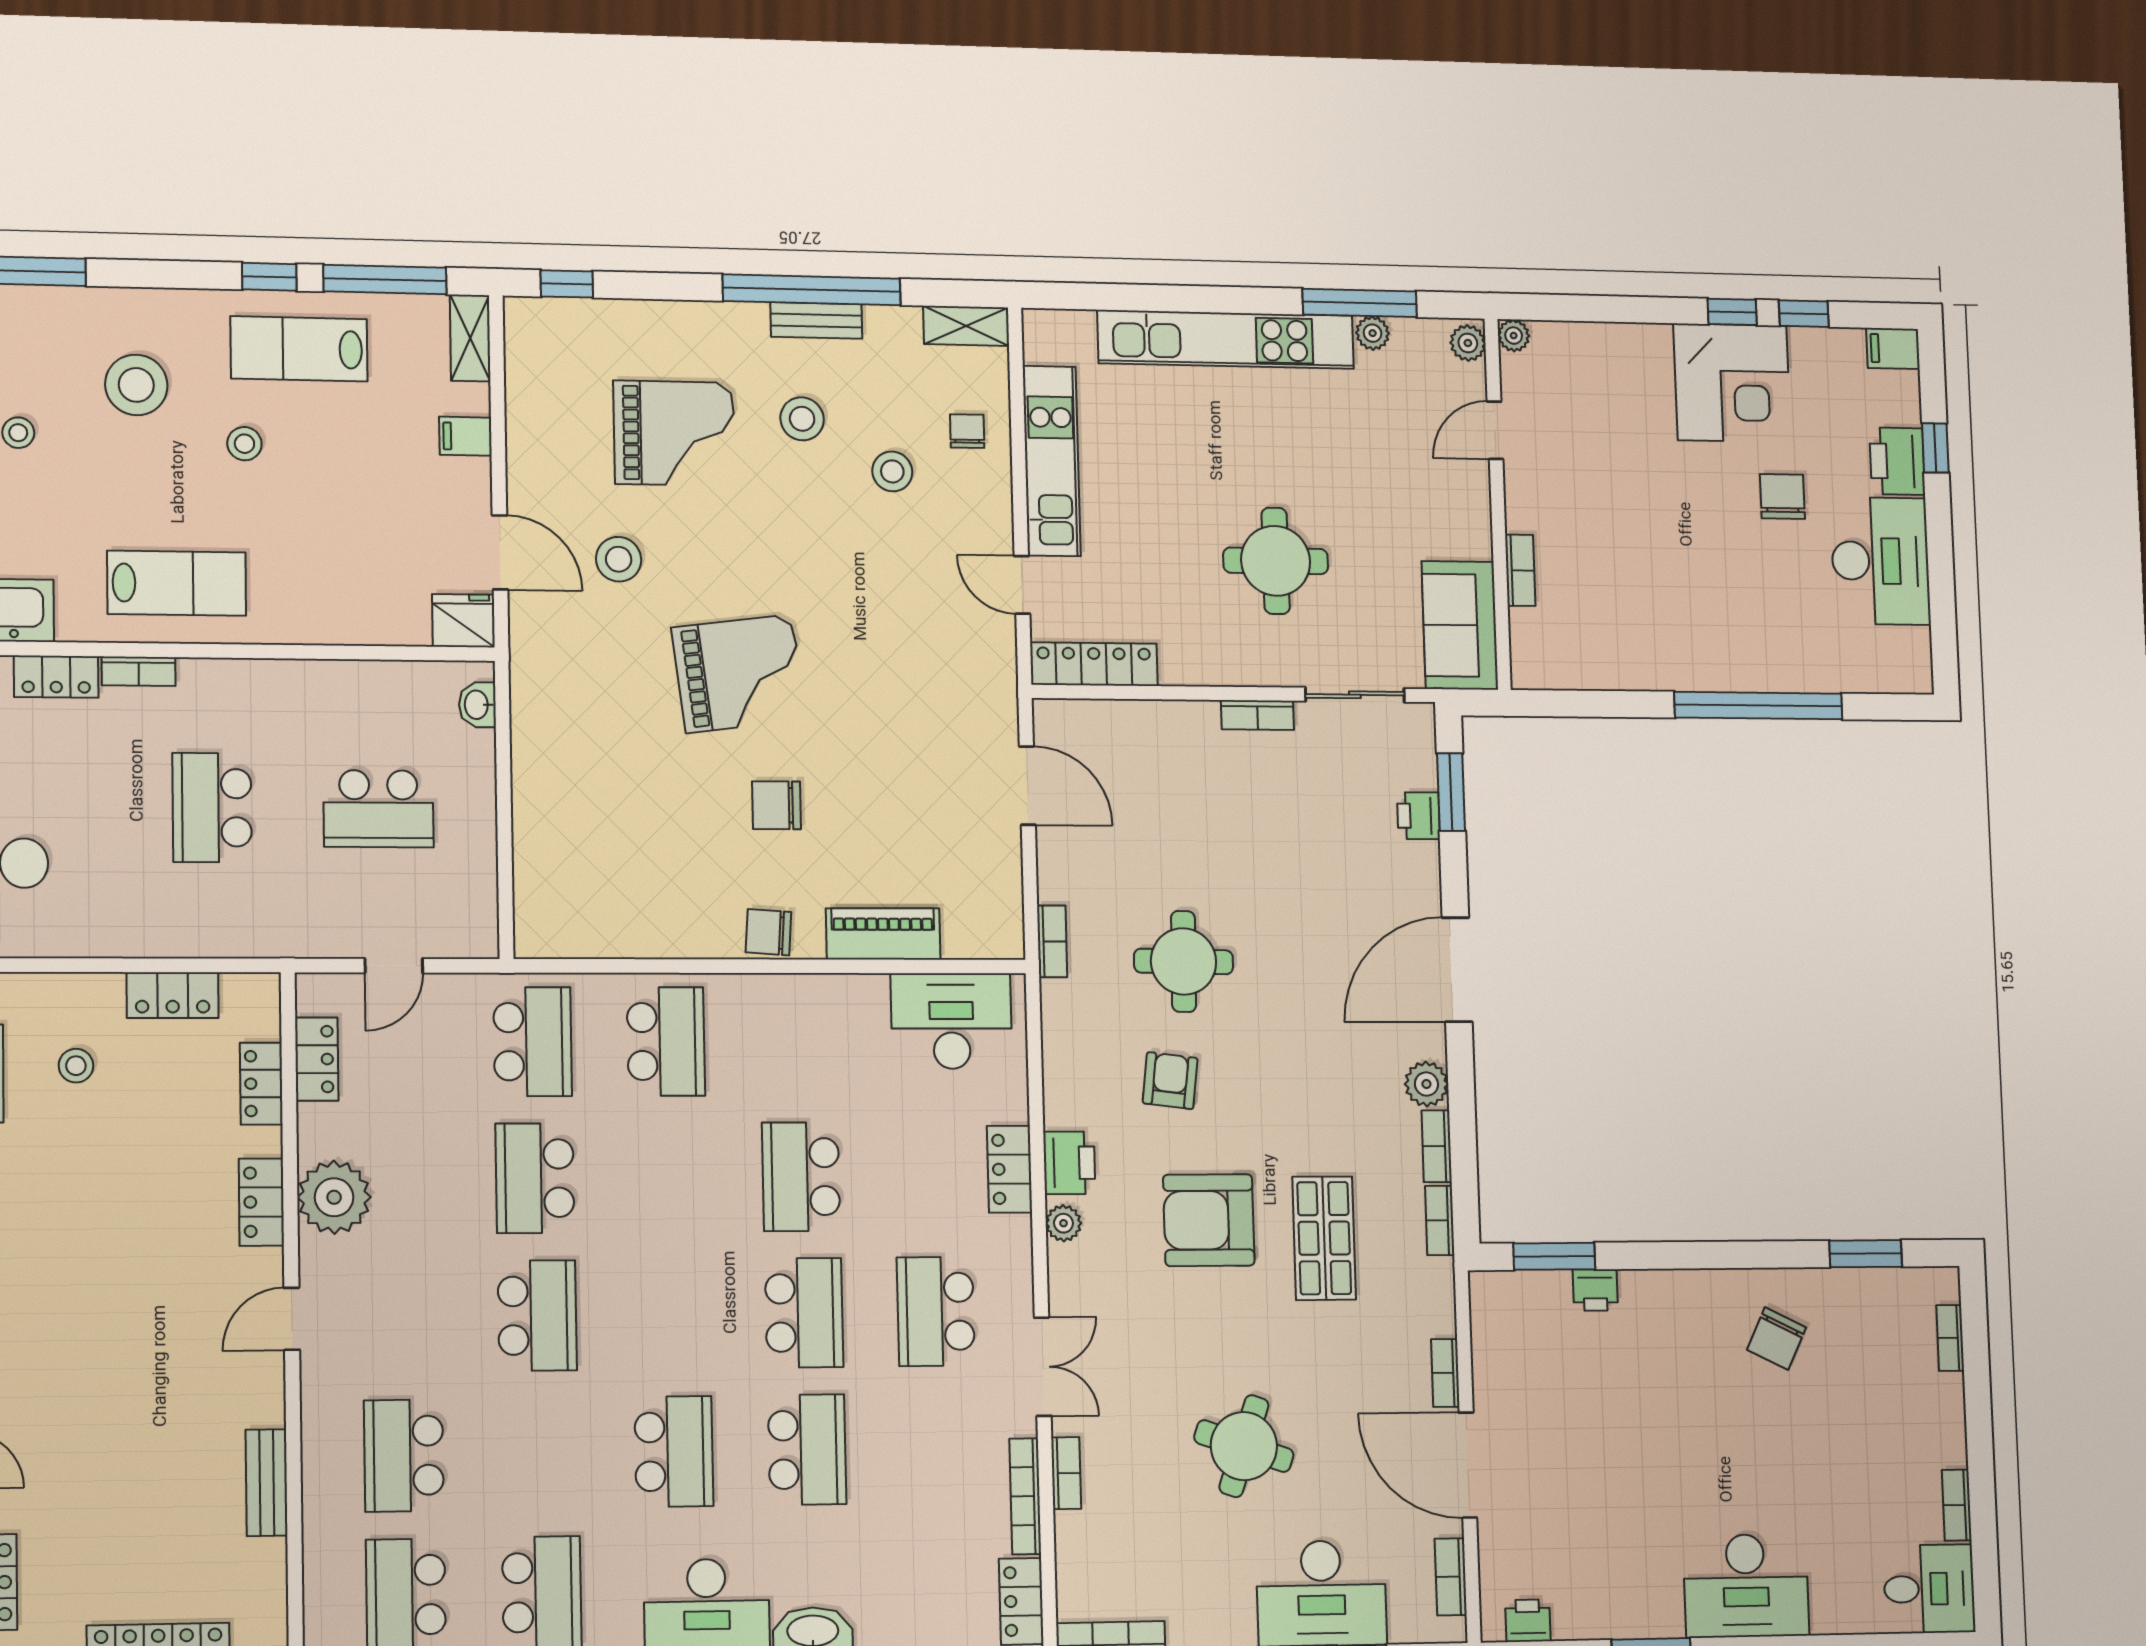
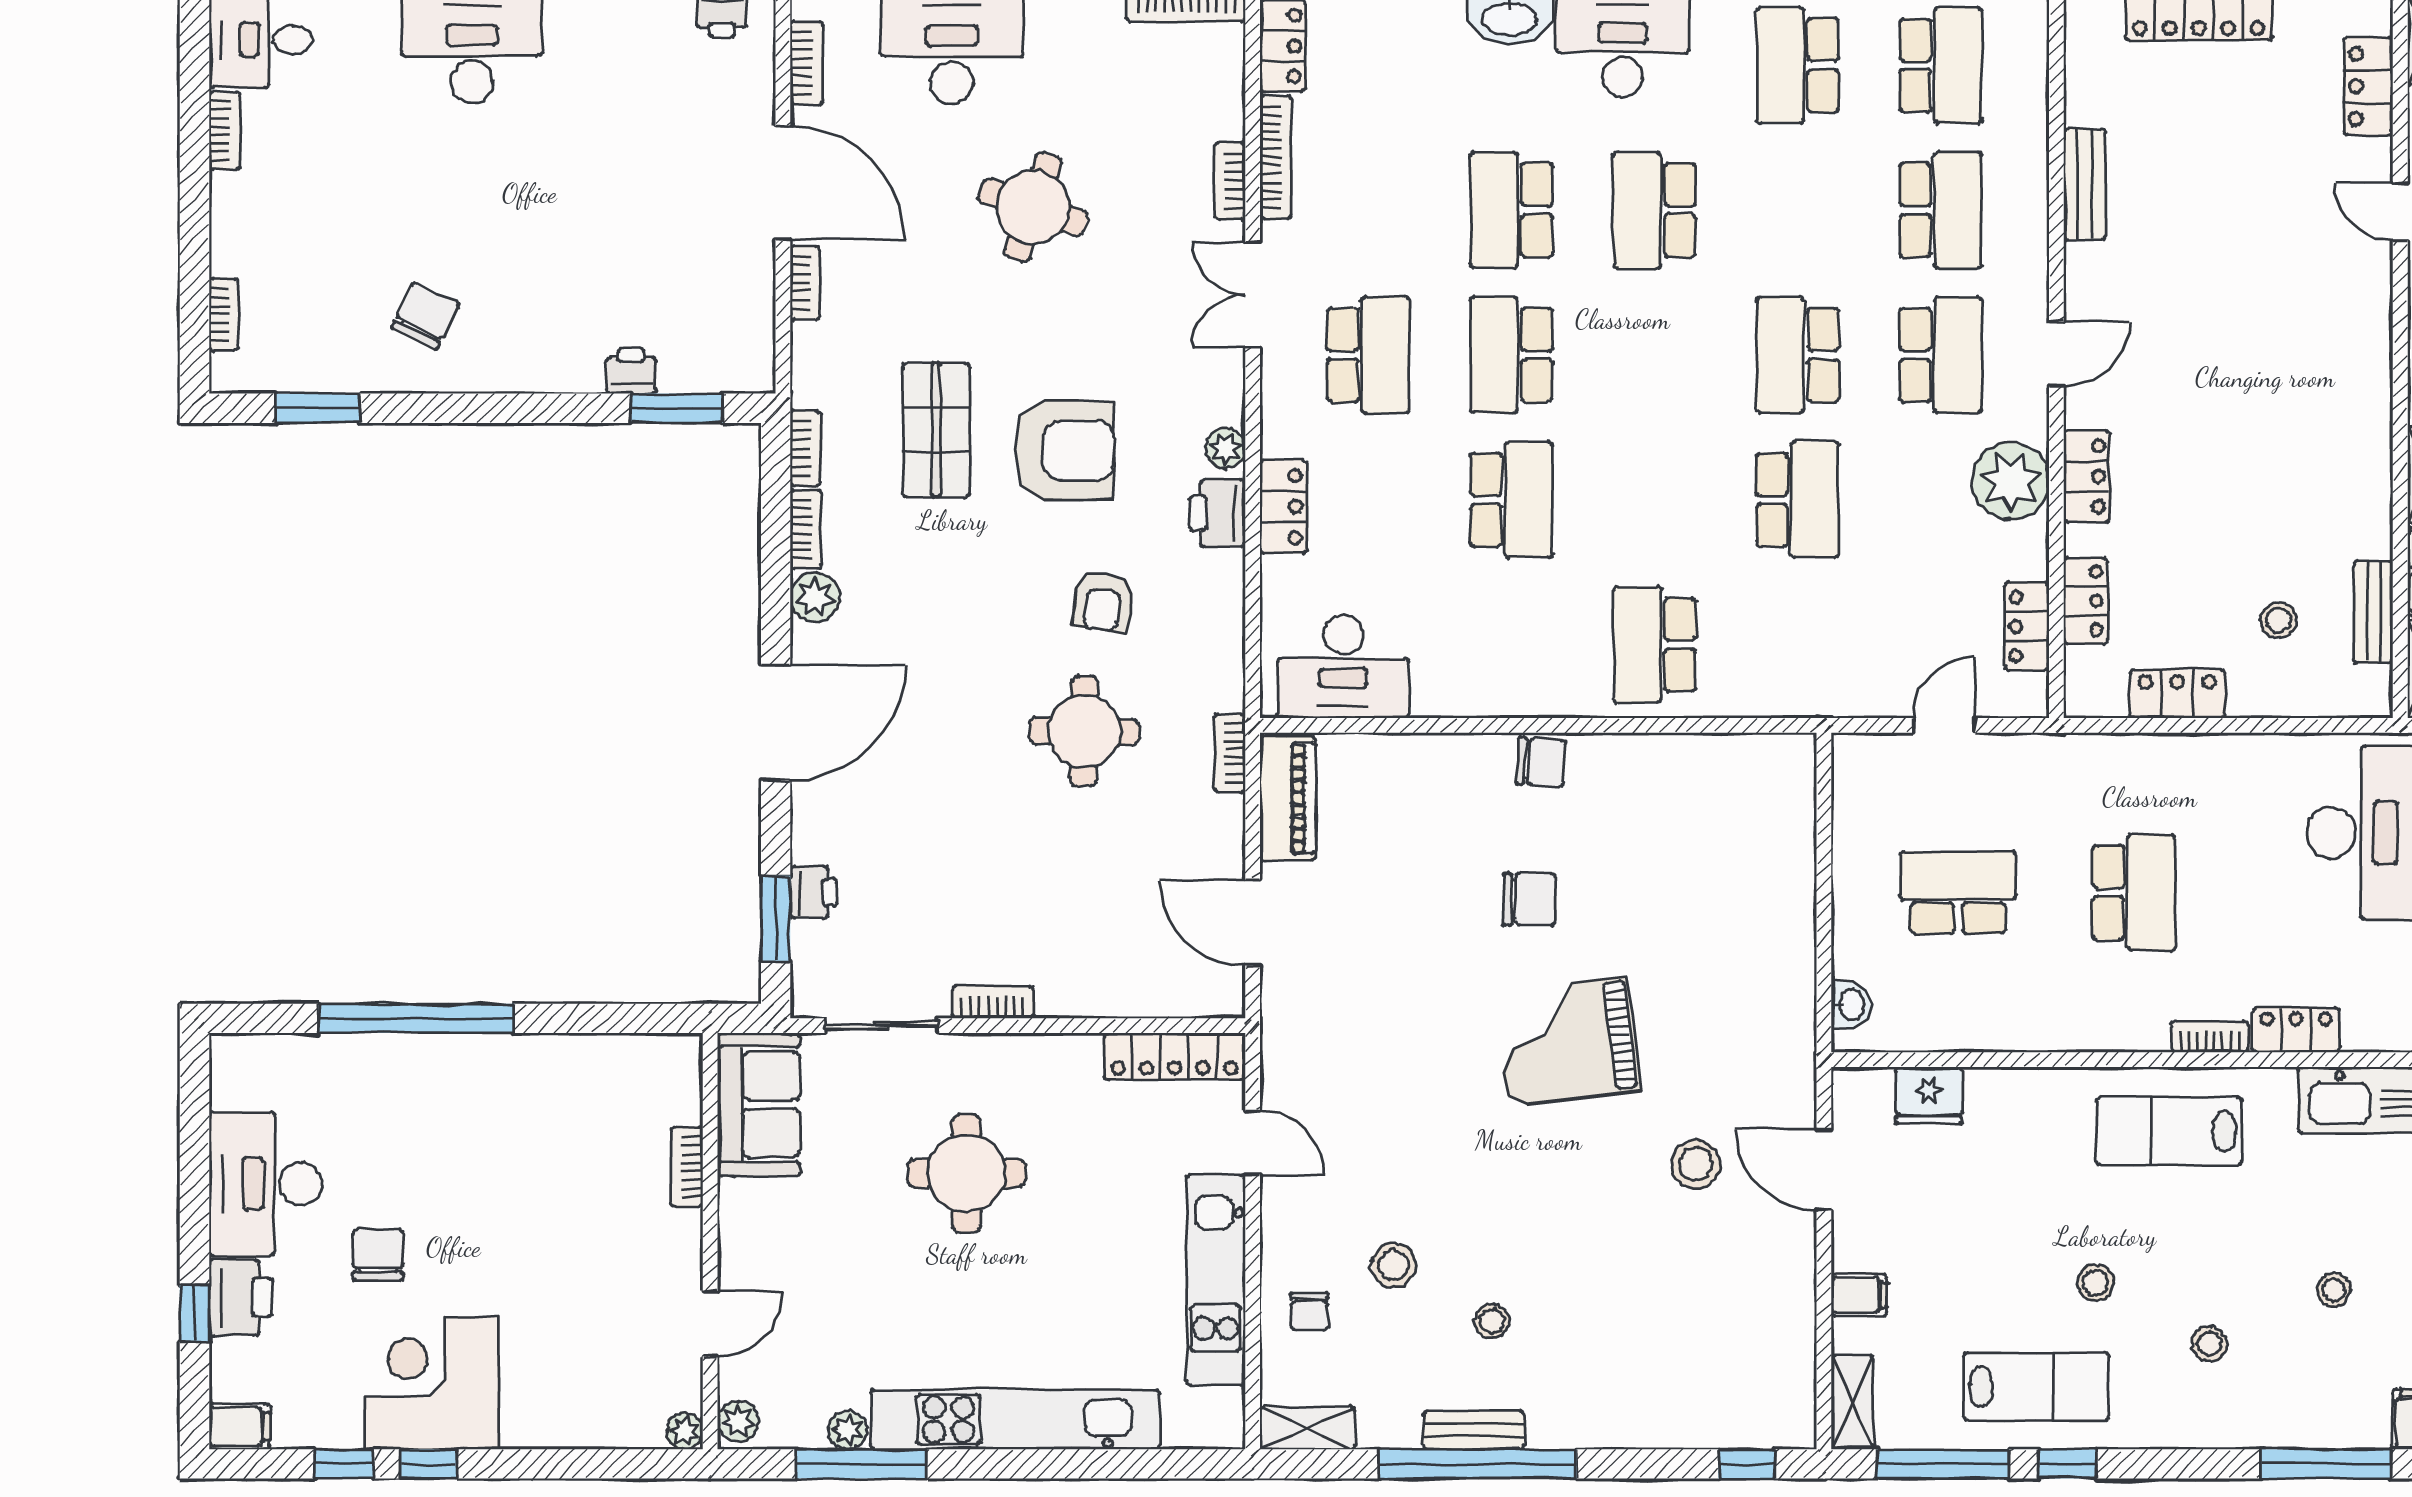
stool: (136, 385) -> (2209, 1344), width x0.53, depth x0.53
stool: (802, 419) -> (1492, 1321), width x0.73, depth x0.73
grand piano: (674, 433) -> (1633, 1303), removed
chair: (1782, 497) -> (378, 1255), turned 180
fridge: (463, 621) -> (1929, 1095), moved
piano: (883, 934) -> (1288, 798), moved, turned -90
school desk: (533, 1042) -> (1941, 355), moved, turned 180

